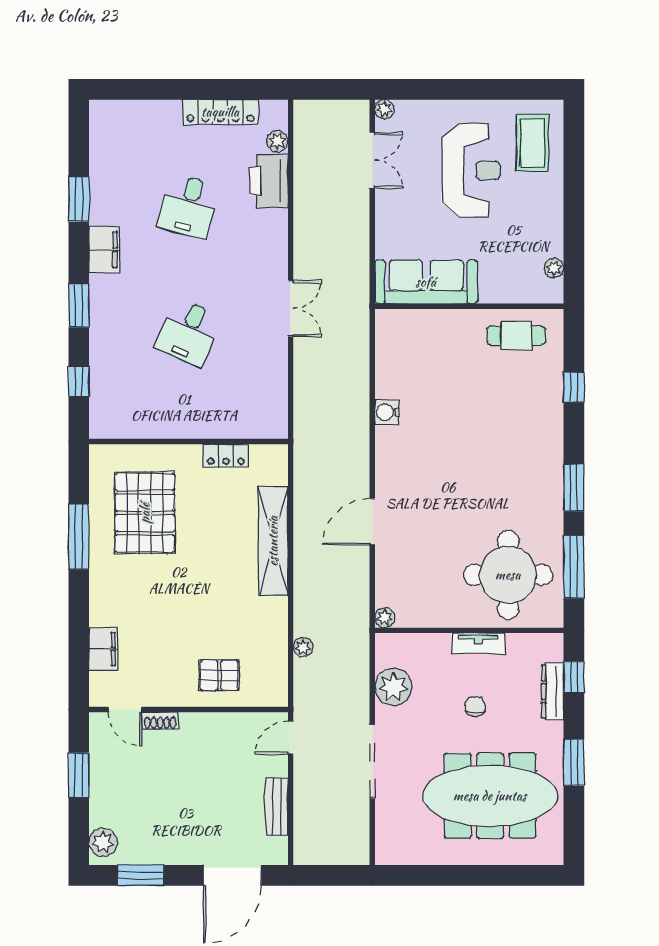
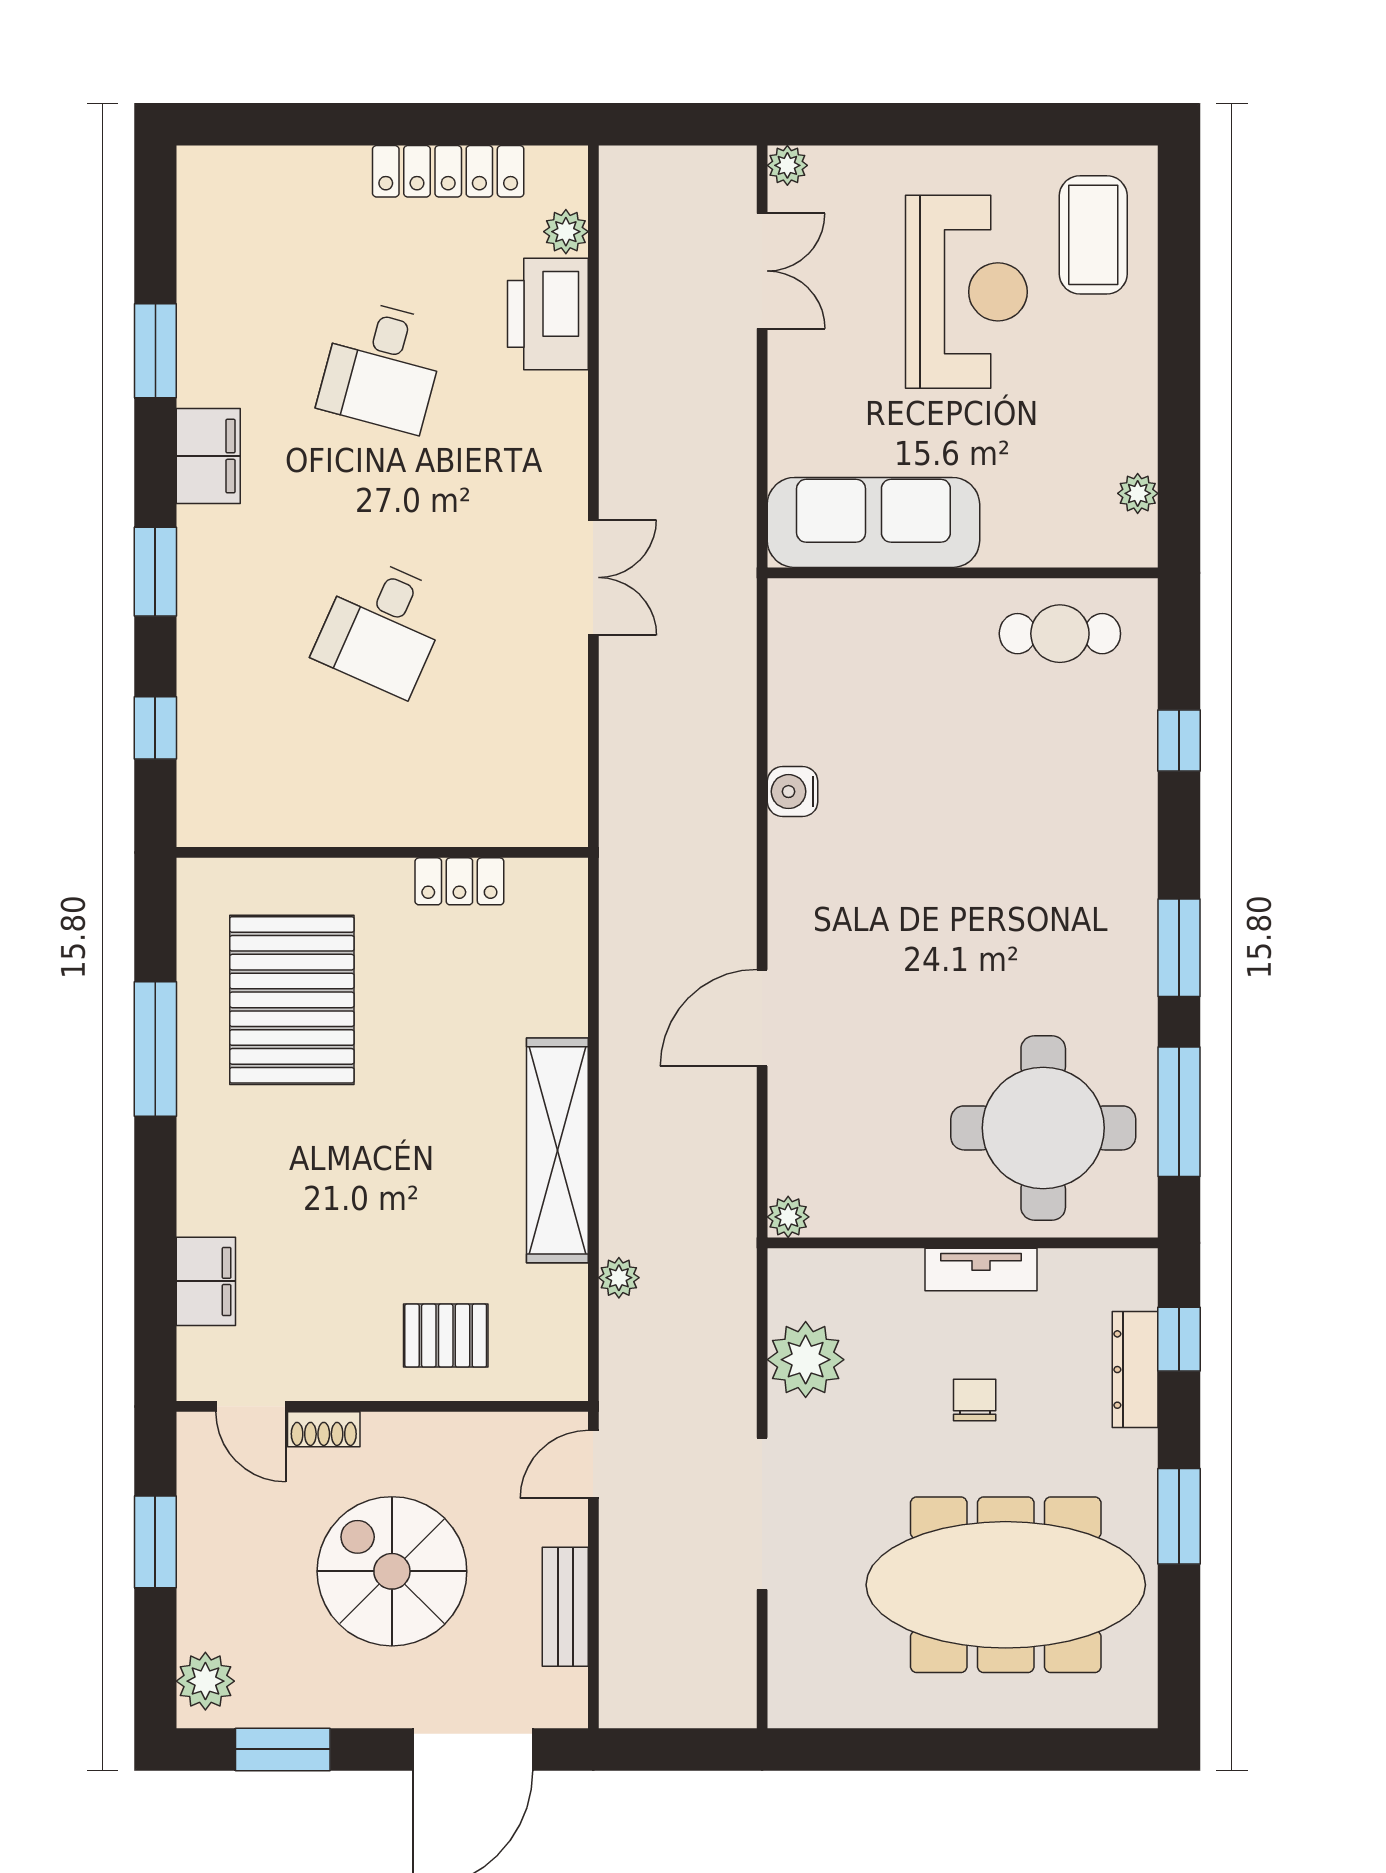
shelving: (273, 541) -> (557, 1150), moved
spiral stairs: (193, 789) -> (392, 1571), added

